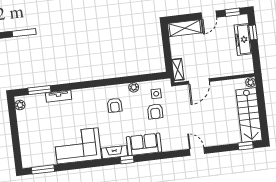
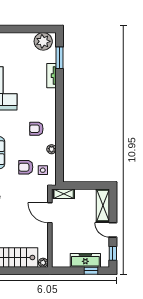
plant: (20, 105) -> (43, 41), width x1.88, depth x1.88

